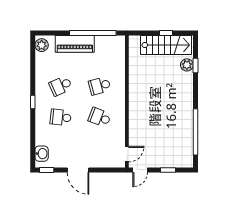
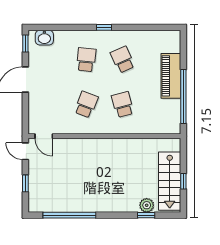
plant: (42, 45) -> (170, 38), removed

